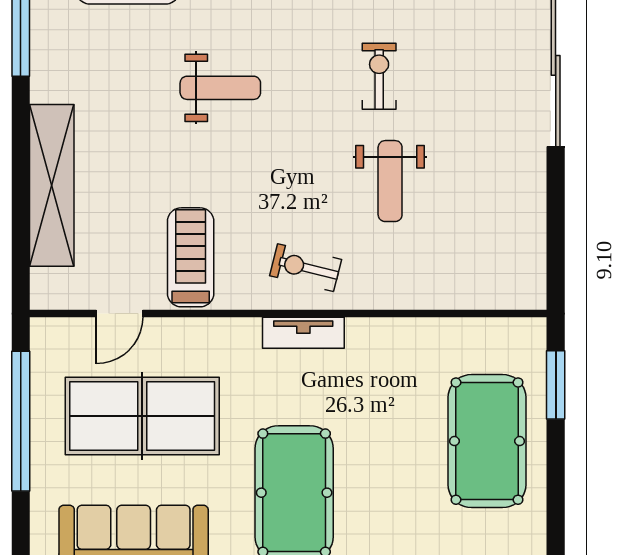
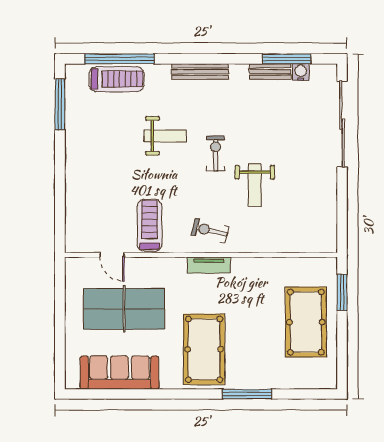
exercise bike: (379, 76) -> (216, 153), moved
shelving: (52, 185) -> (76, 187), removed
door: (119, 314) -> (112, 255), hinge flipped
window: (21, 421) -> (60, 312), removed

